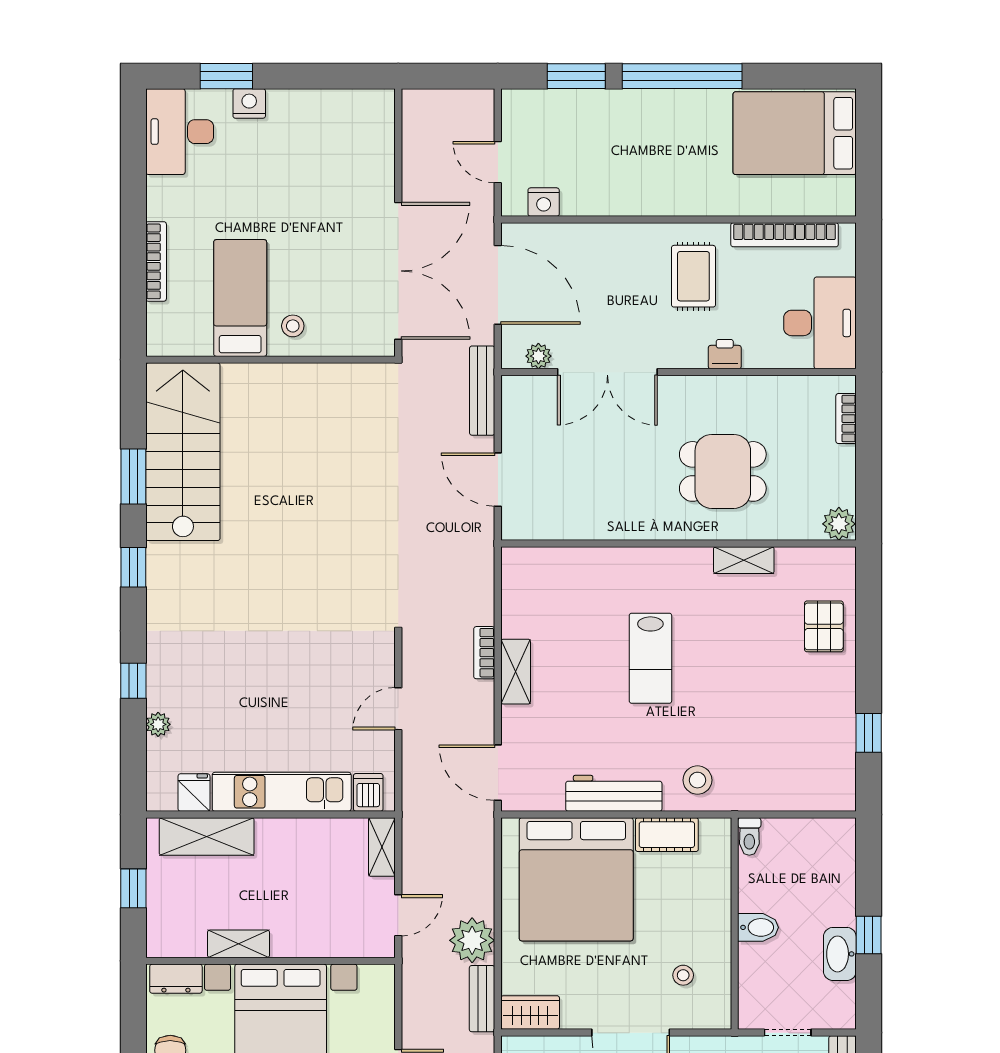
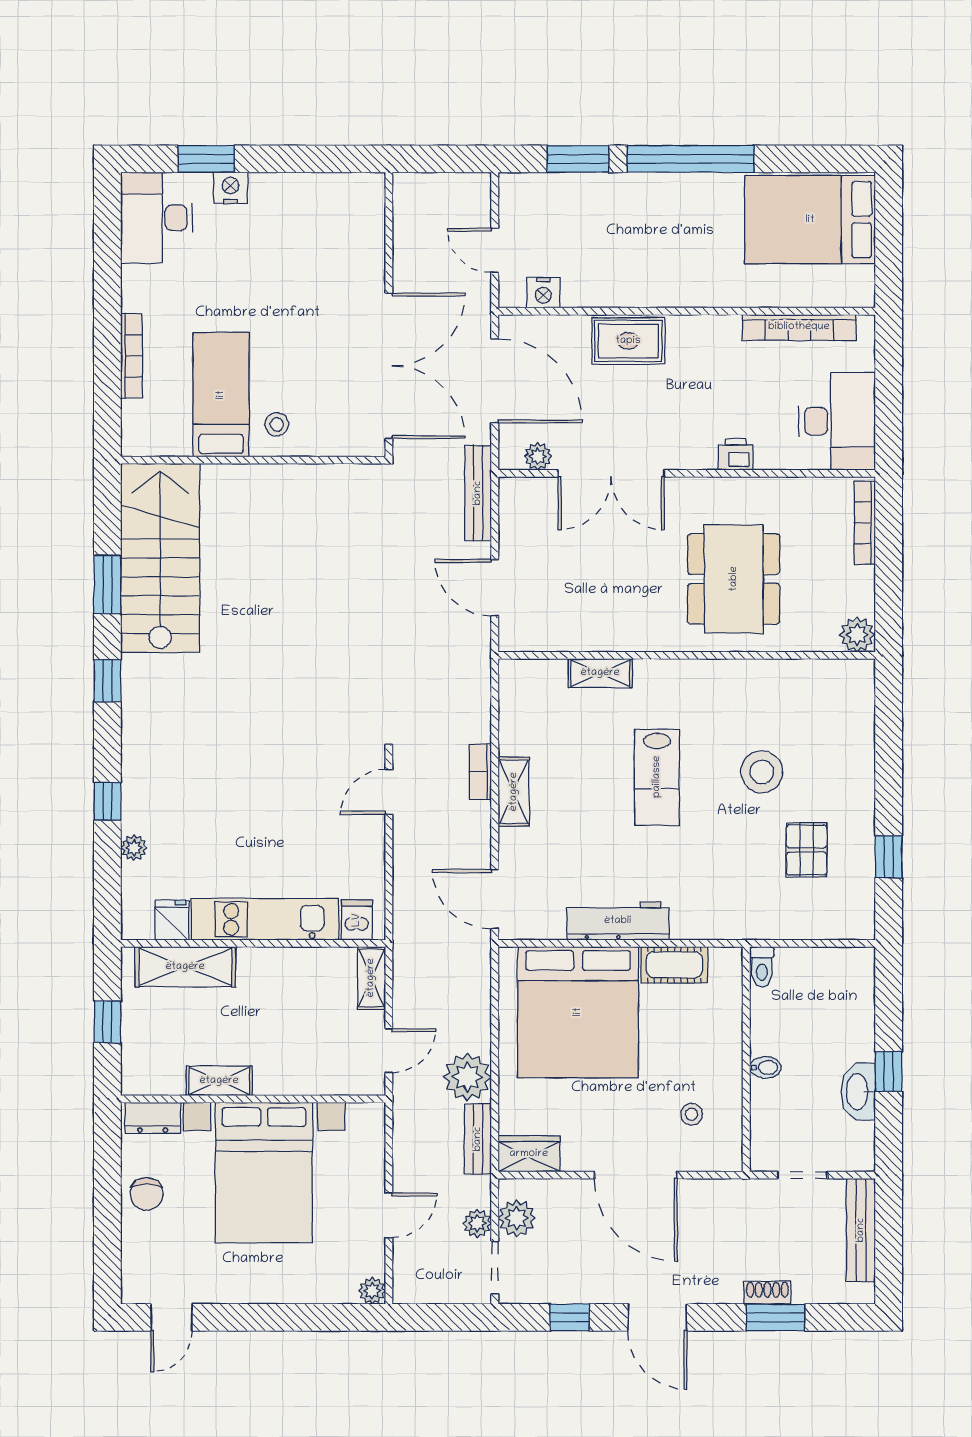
rug: (693, 276) -> (628, 341), moved, turned 90
bookcase: (846, 419) -> (865, 523), width x1.56
dining table: (723, 471) -> (734, 579), width x1.38
shelving: (744, 560) -> (600, 673), moved
pallet: (824, 626) -> (807, 850), moved
door: (398, 709) -> (389, 792), moved
stool: (697, 780) -> (762, 772), moved, width x1.38, depth x1.38
bidet: (758, 927) -> (765, 1068), width x0.72, depth x0.74

